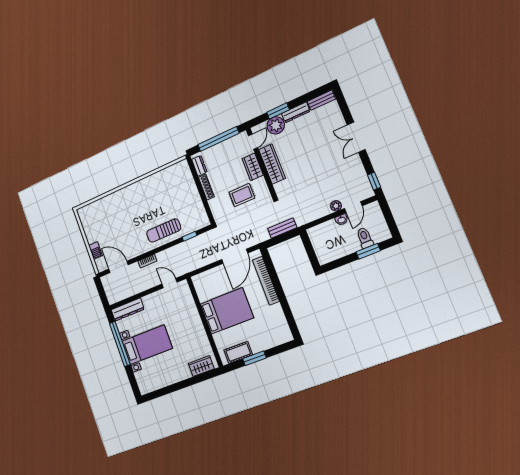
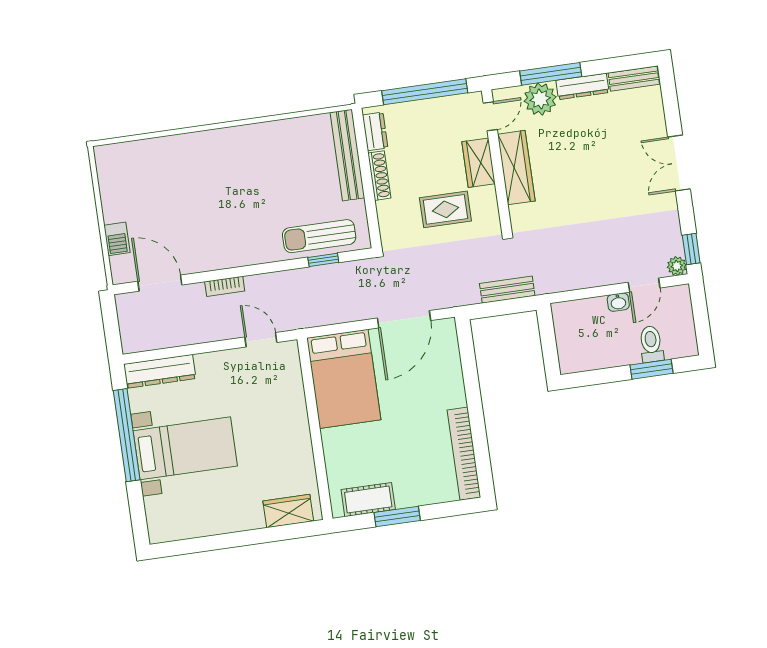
window: (278, 111) -> (551, 74), width x1.44
bench: (189, 181) -> (347, 155), added
plant: (336, 206) -> (677, 266), moved
sun lounger: (164, 231) -> (319, 236), moved
bookcase: (266, 281) -> (464, 454), moved
bed: (227, 311) -> (344, 379), moved, turned 90

